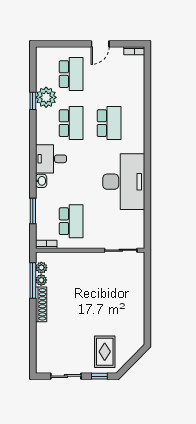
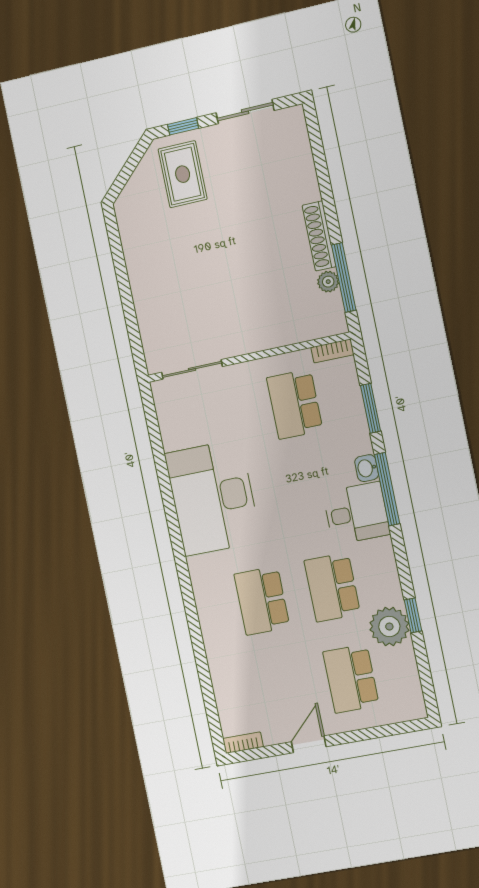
window: (33, 168) -> (387, 489), added
plant: (41, 268) -> (333, 305), removed

